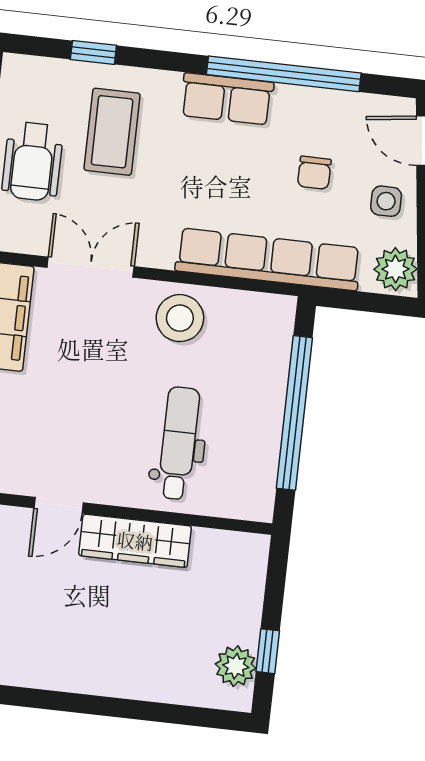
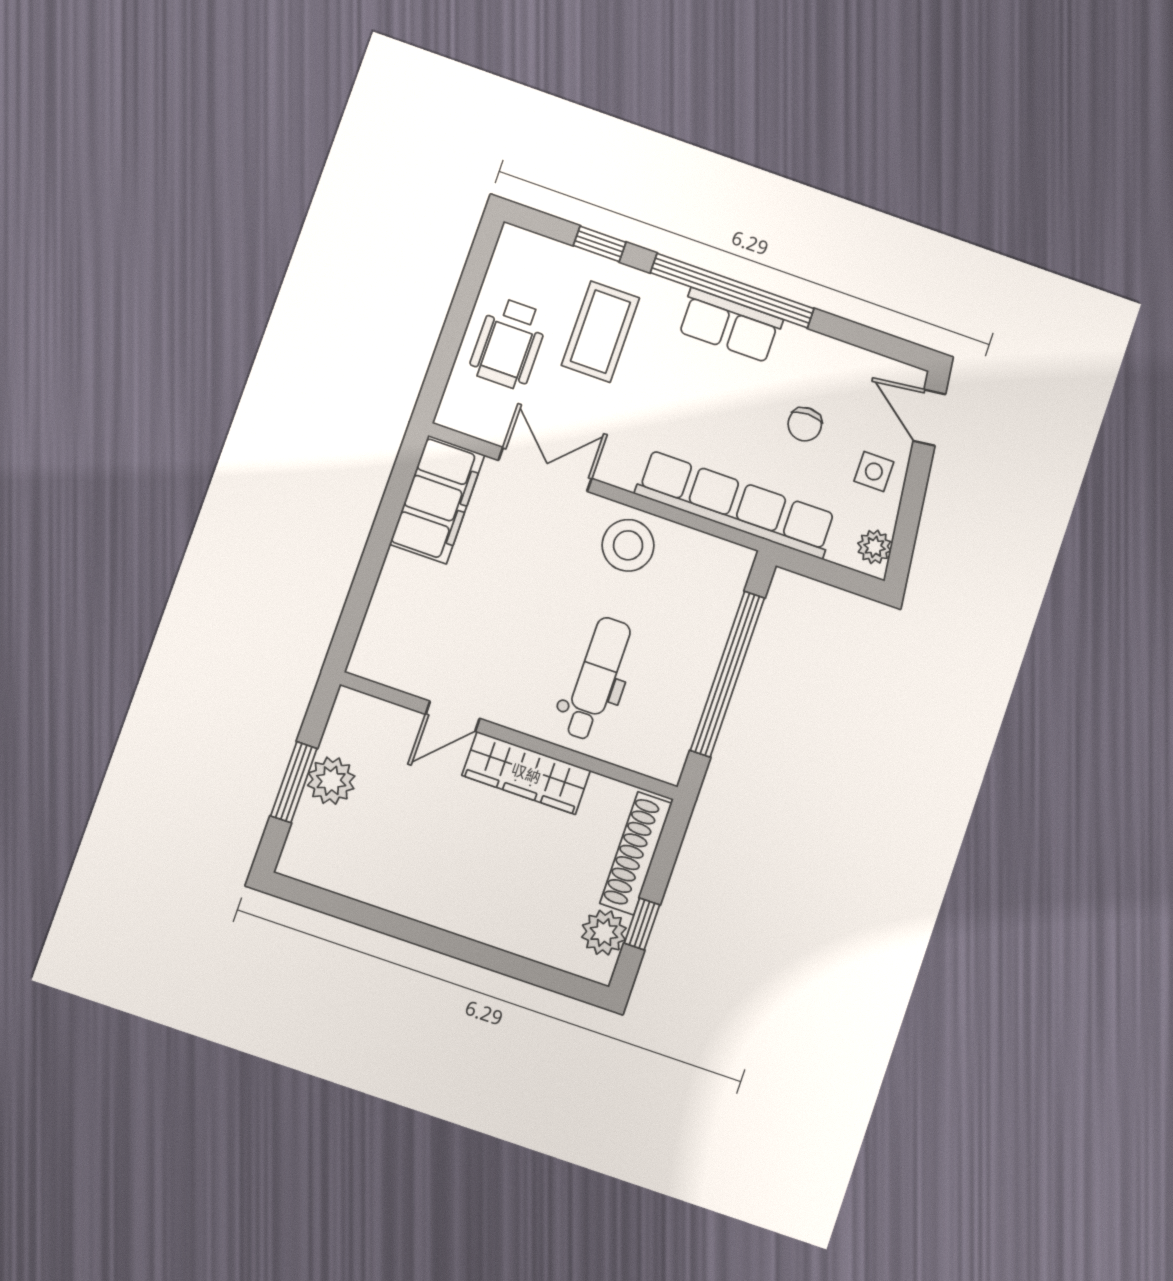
window: (284, 74) -> (732, 291), moved
plant: (395, 269) -> (874, 547), width x0.73, depth x0.73
shoe rack: (248, 590) -> (636, 853), added

